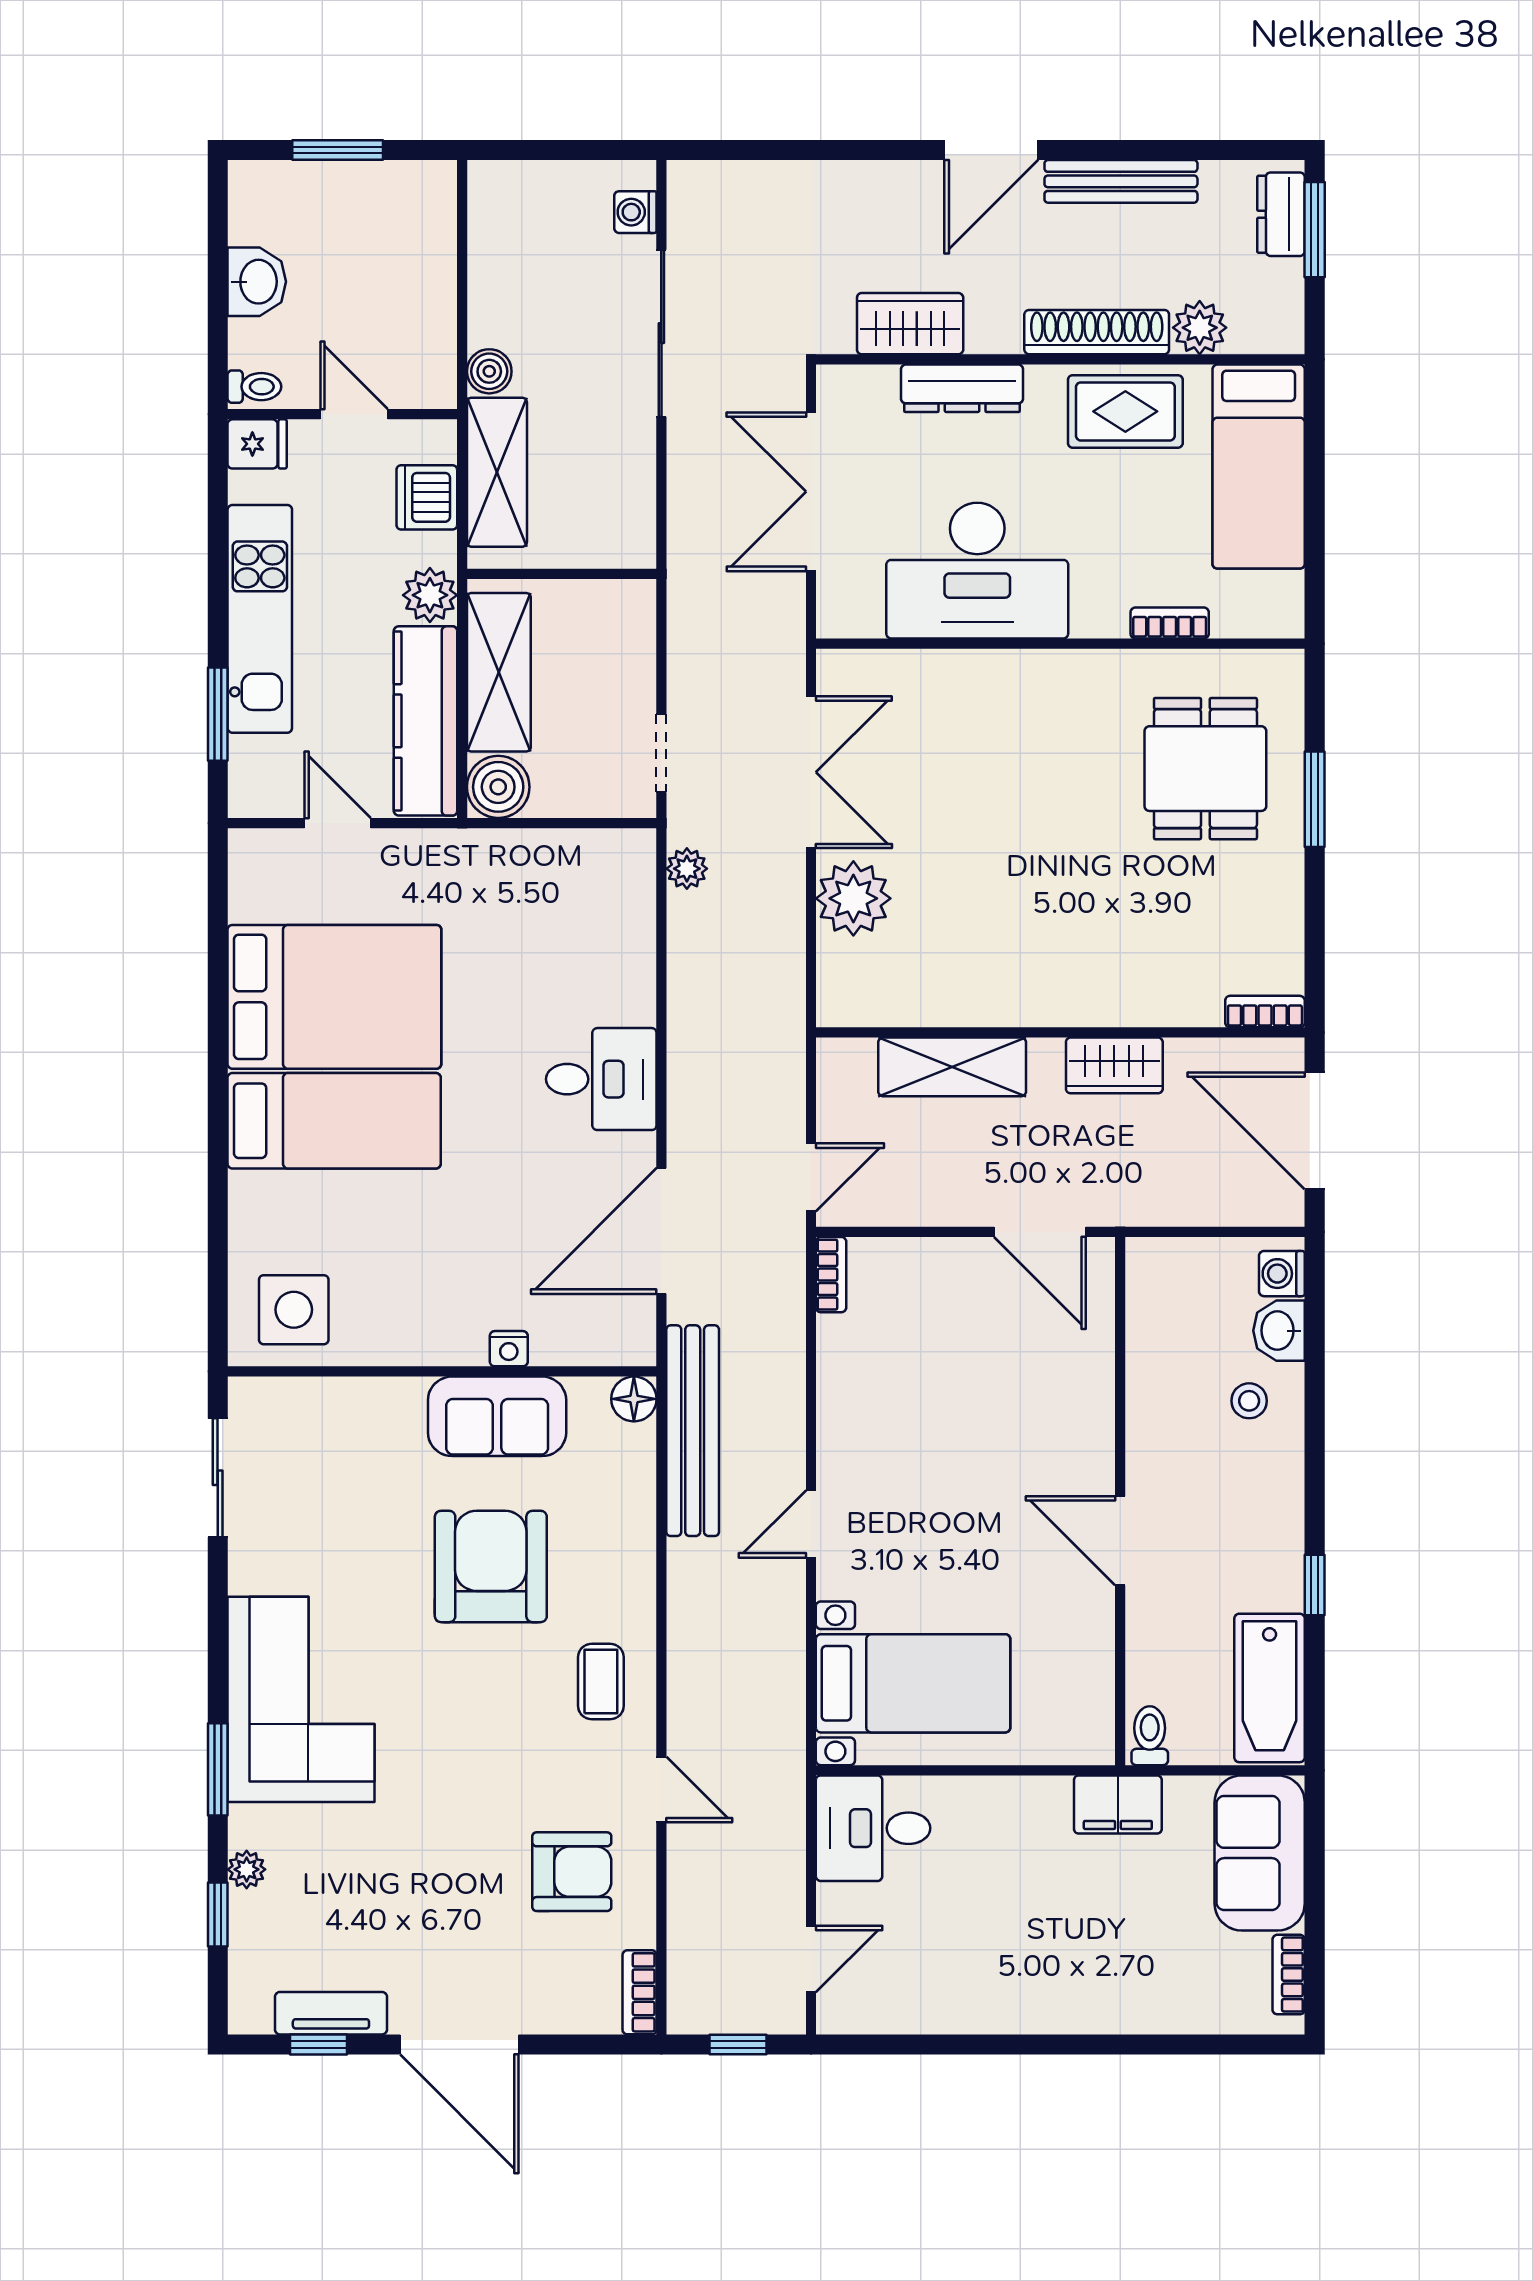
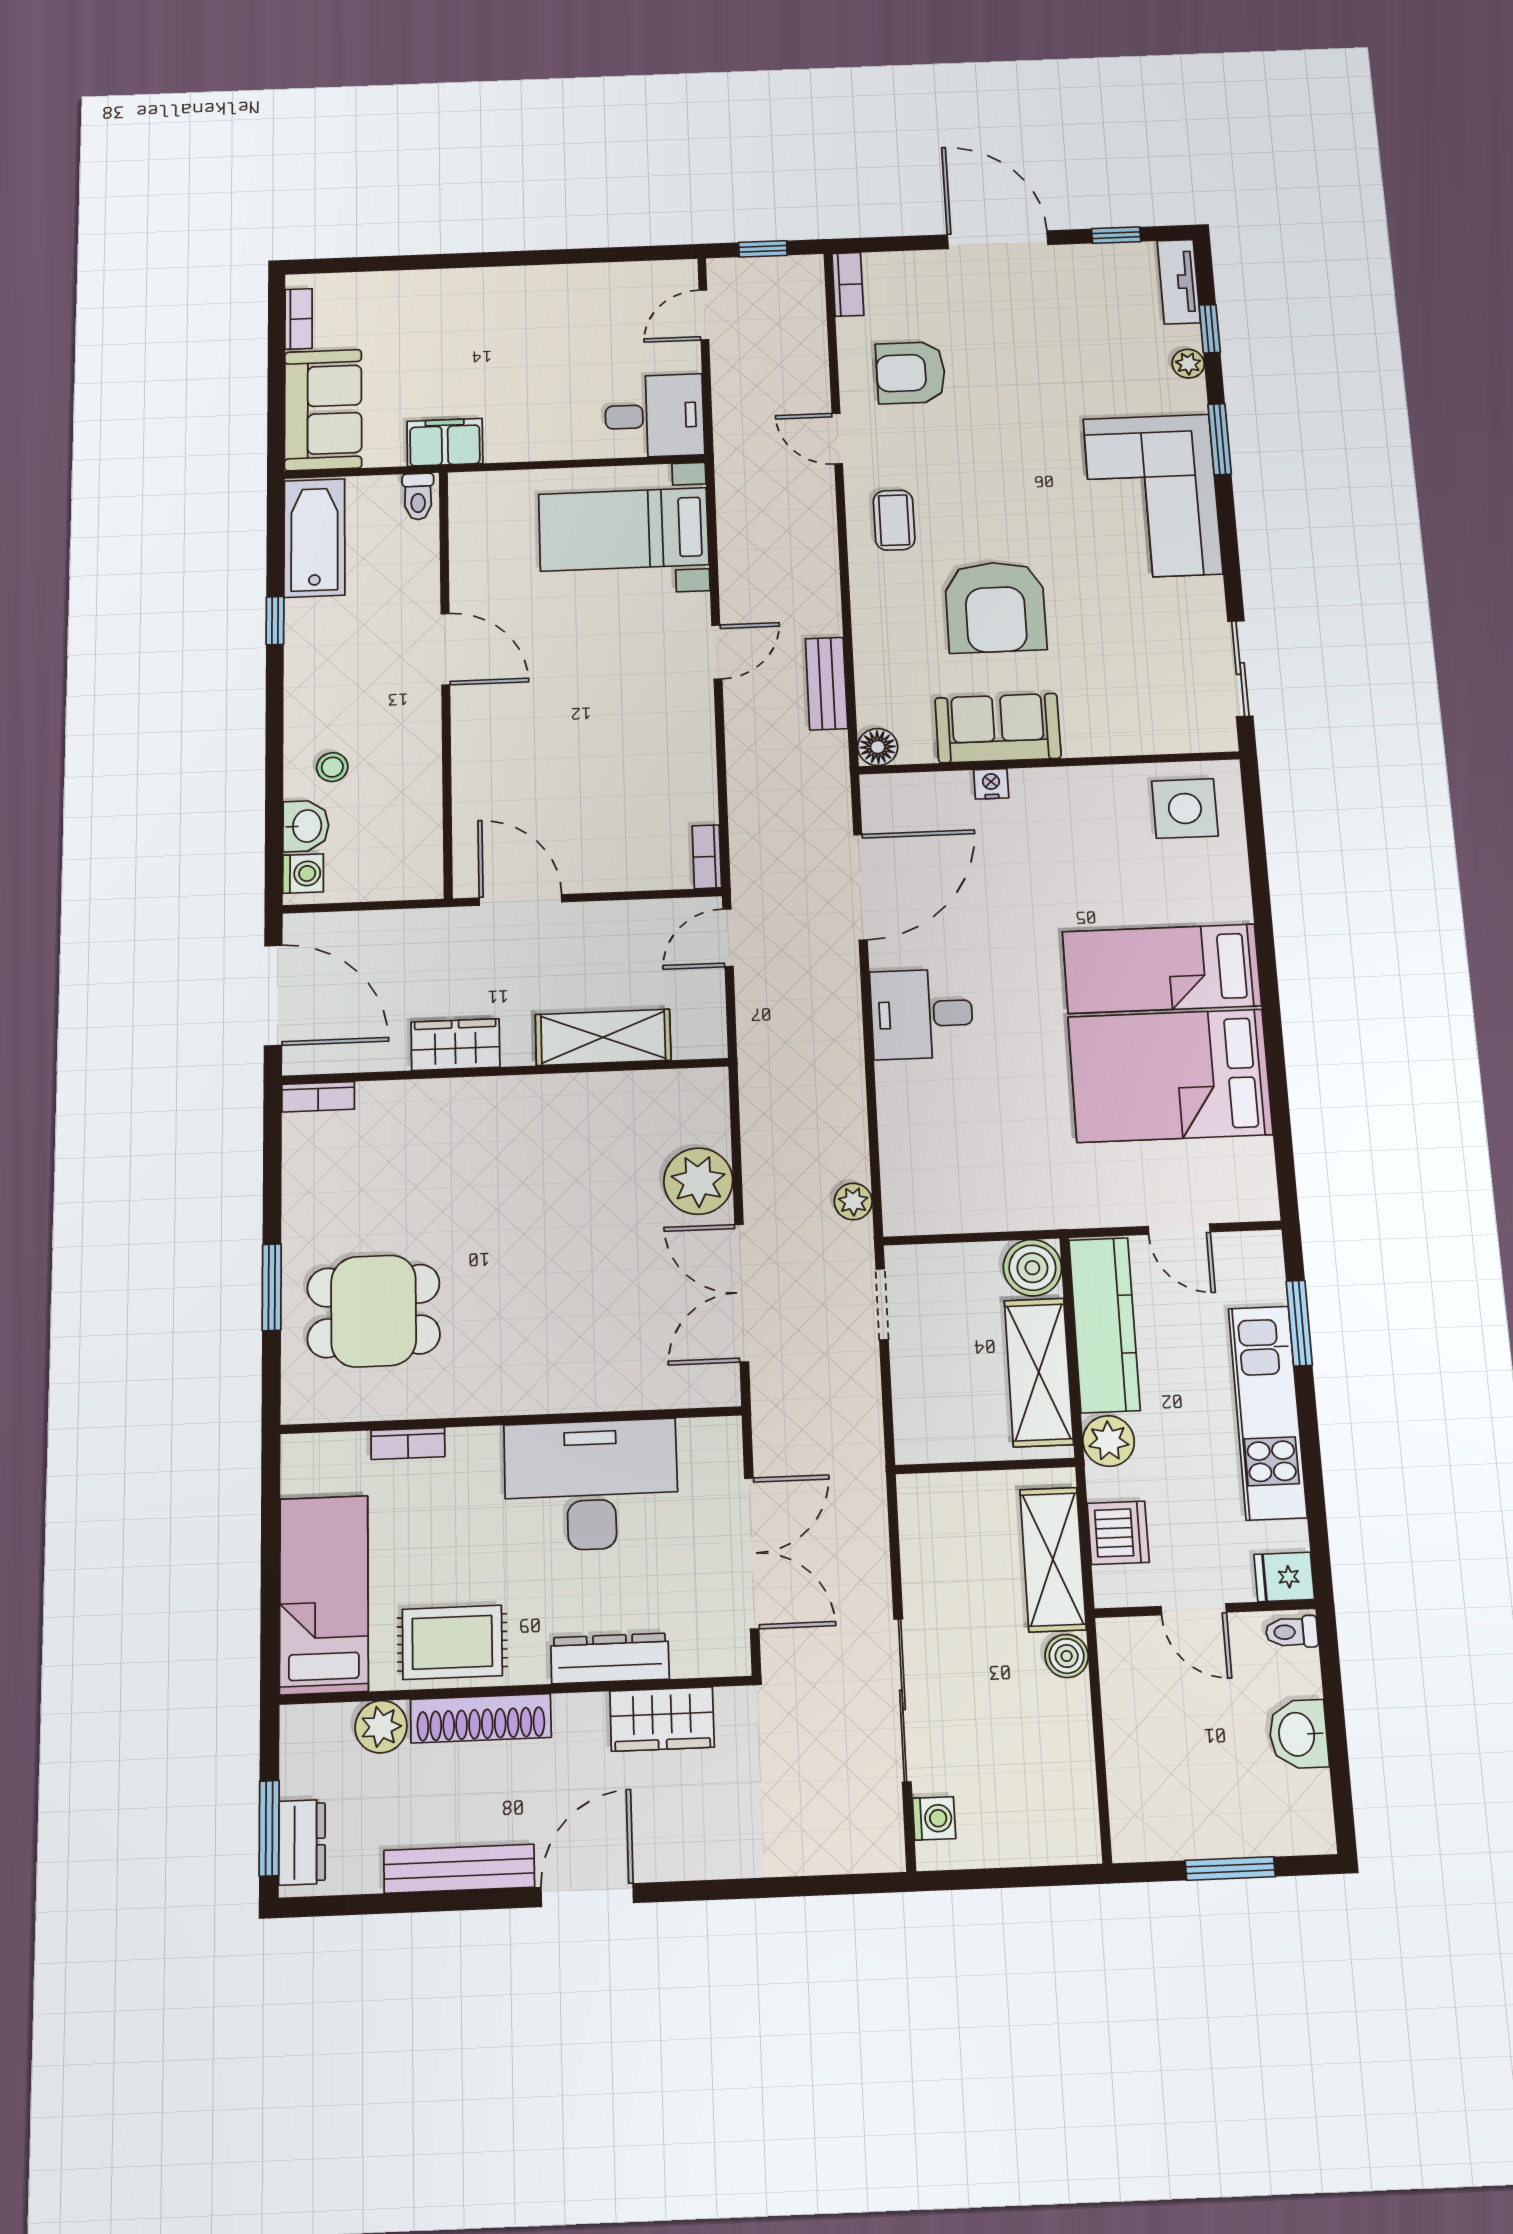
dining table: (1205, 769) -> (374, 1311), turned 90
bench: (693, 1431) -> (826, 683), width x0.54, depth x0.82
tv unit: (331, 2013) -> (1179, 282), moved, turned 90

